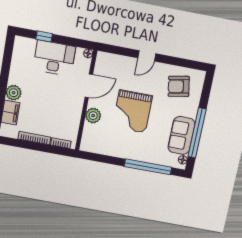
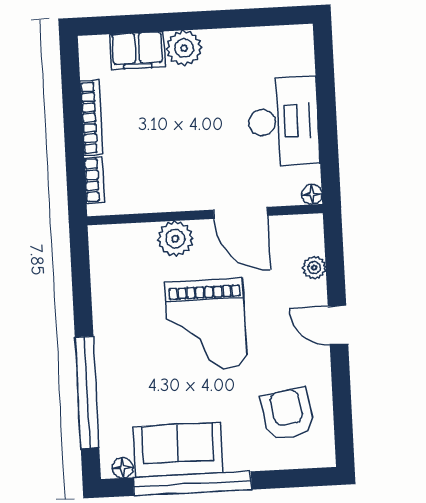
window: (44, 36) -> (326, 88), removed
plant: (120, 60) -> (314, 268), added
grand piano: (132, 111) -> (206, 325), turned -90

